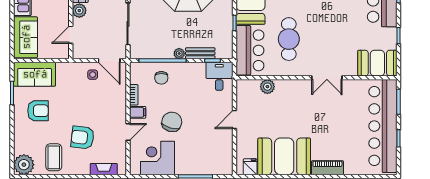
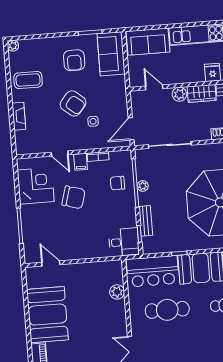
plant: (179, 54) -> (143, 186), moved
side table: (93, 75) -> (93, 121), moved
door: (235, 120) -> (51, 263), moved
armchair: (82, 138) -> (73, 103), moved, turned 123
plant: (24, 165) -> (13, 46), width x0.53, depth x0.53
fridge: (250, 167) -> (34, 281), removed
fireplace: (104, 169) -> (19, 116), moved

